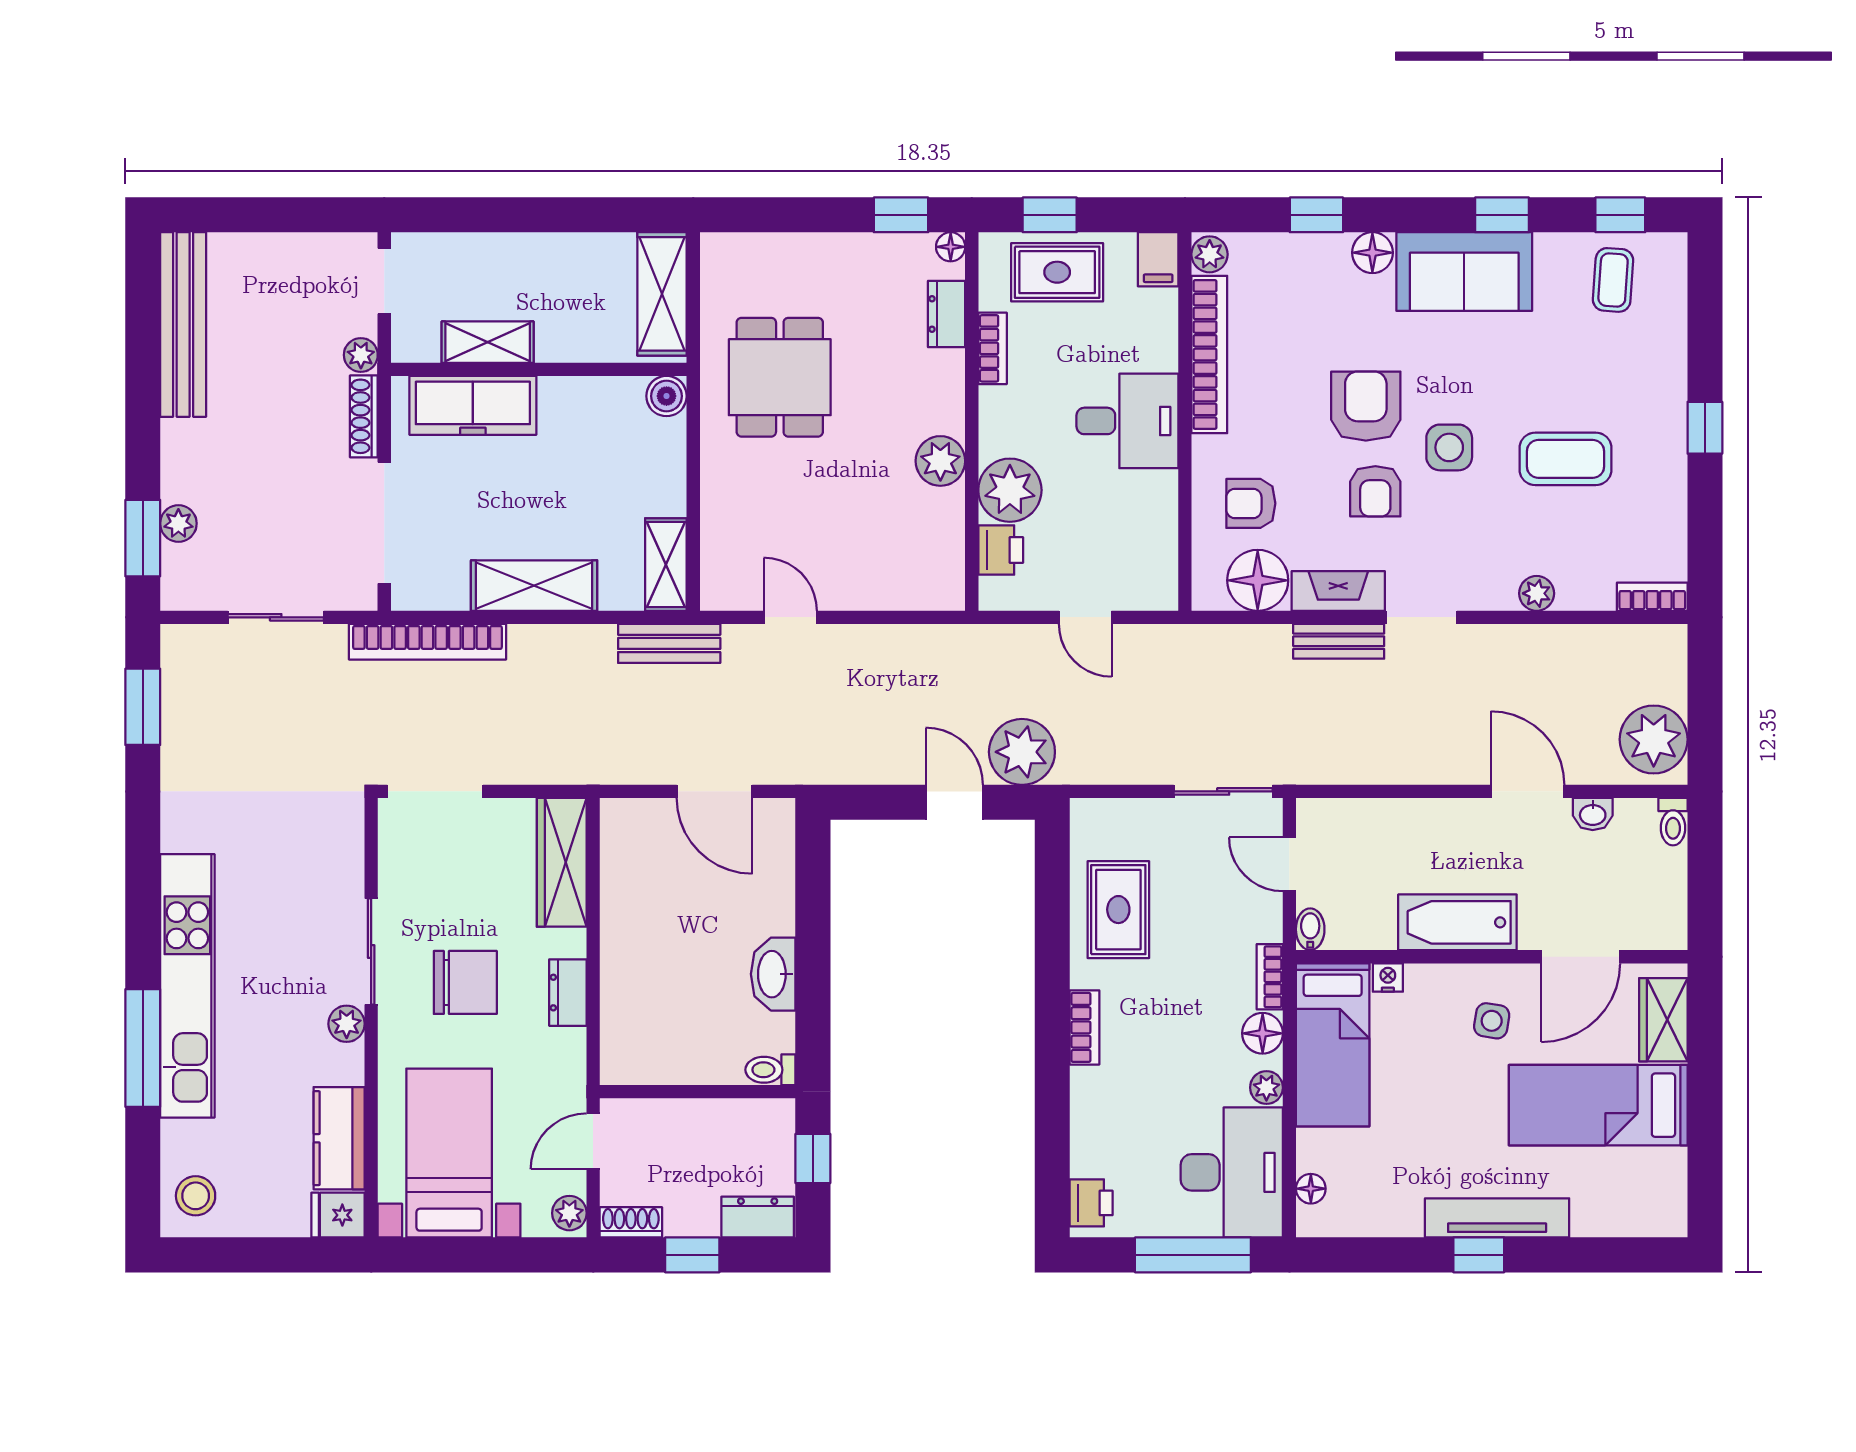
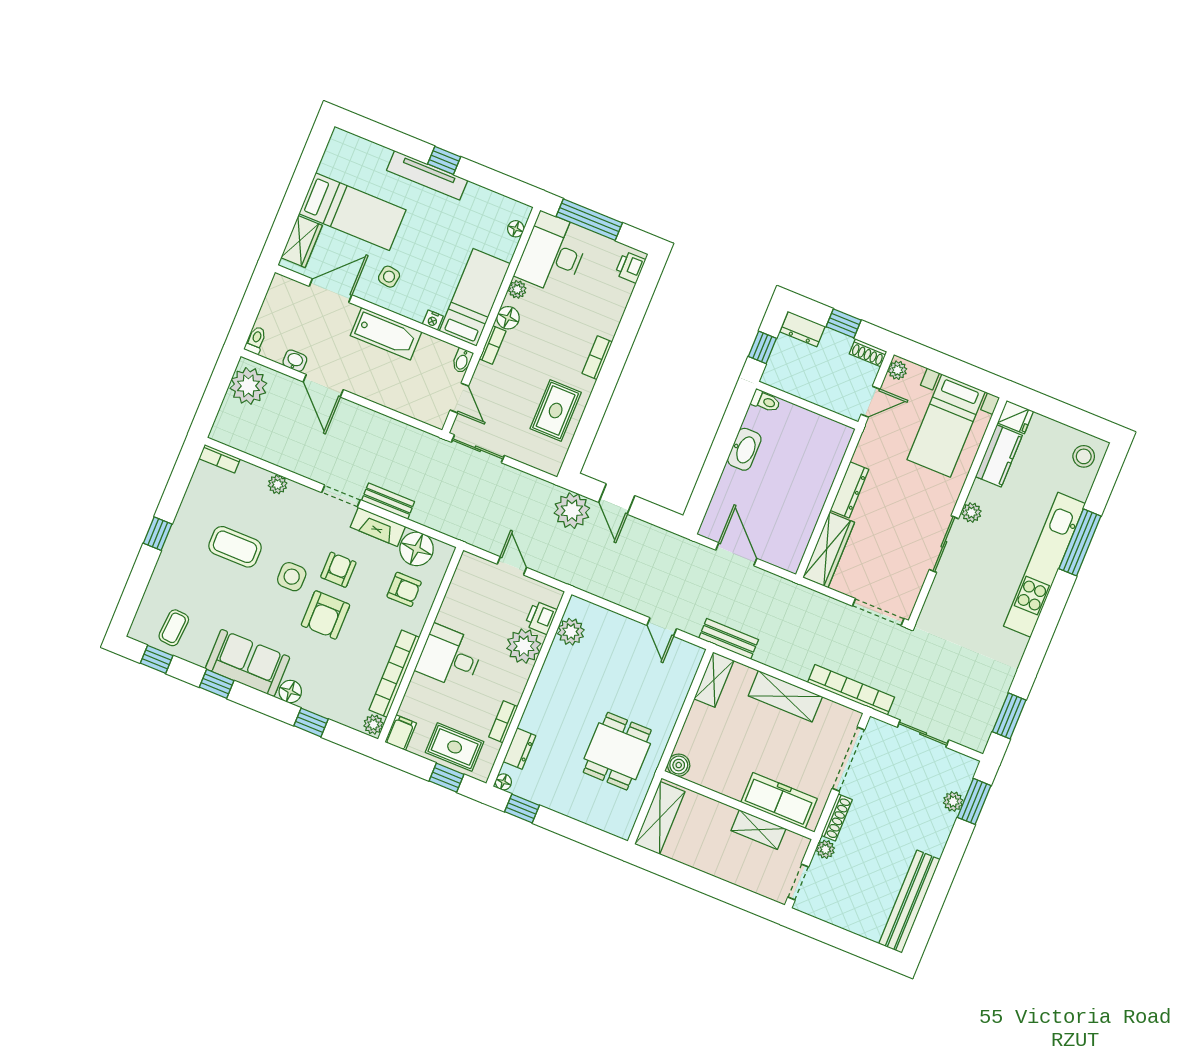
plant: (940, 461) -> (571, 632), moved
chair: (465, 982) -> (902, 509), removed
dresser: (568, 993) -> (849, 490), width x1.44

